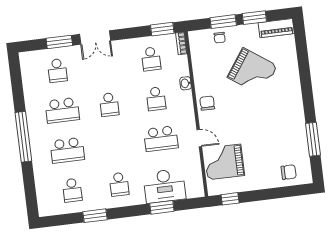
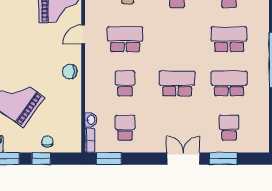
window: (223, 22) -> (41, 159), width x0.67
washbasin: (186, 83) -> (91, 120), moved
chair: (207, 103) -> (70, 72), turned 90
school desk: (109, 105) -> (177, 83), width x1.85
door: (199, 138) -> (83, 35), hinge flipped

